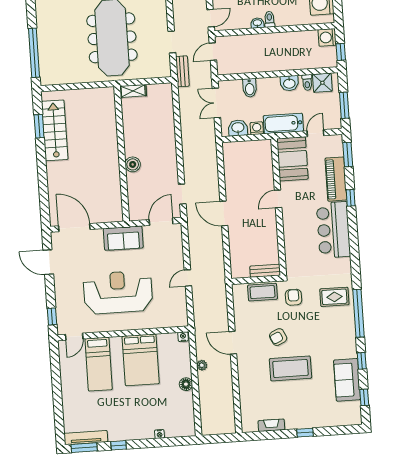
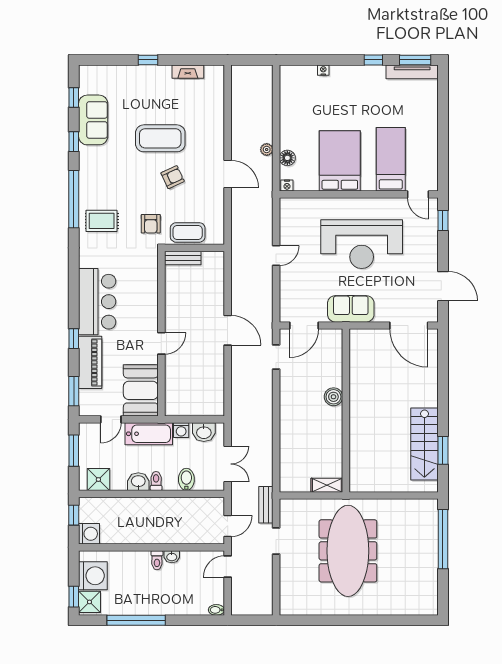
toilet: (307, 83) -> (156, 481), moved
door: (74, 337) -> (418, 194), swing flipped
floor lamp: (186, 384) -> (287, 158), moved

